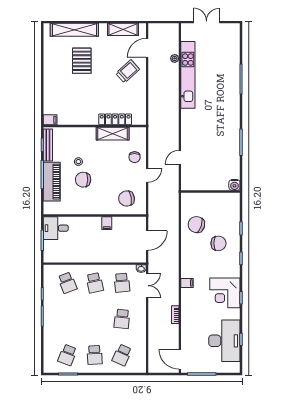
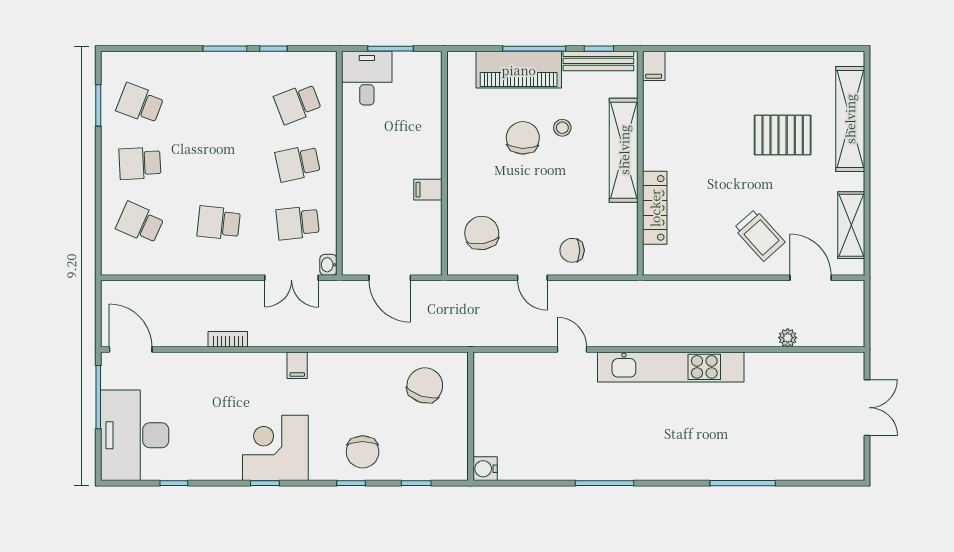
kitchen unit: (188, 75) -> (671, 367), moved
shelving: (113, 134) -> (624, 150), moved, width x1.47
water cooler: (234, 185) -> (485, 469), moved
wall: (210, 192) -> (471, 416), moved
desk: (56, 228) -> (367, 78), moved
chair: (218, 243) -> (363, 452), moved
desk: (224, 341) -> (135, 435), moved, turned 90
door: (180, 359) -> (131, 349), hinge flipped

